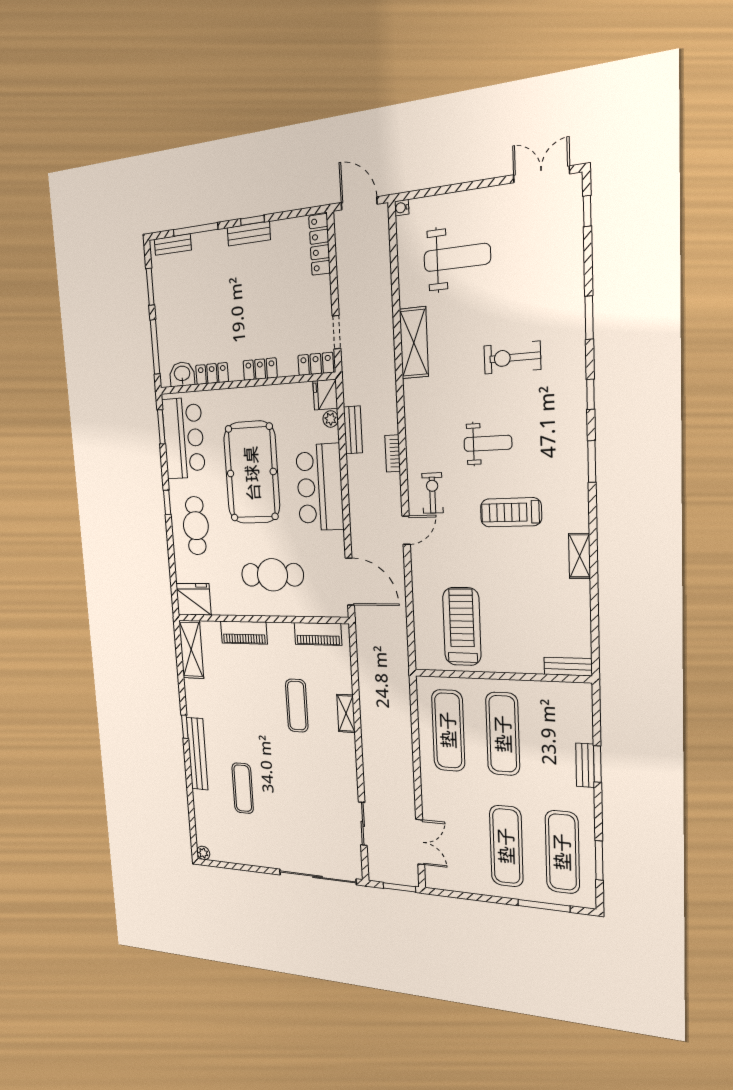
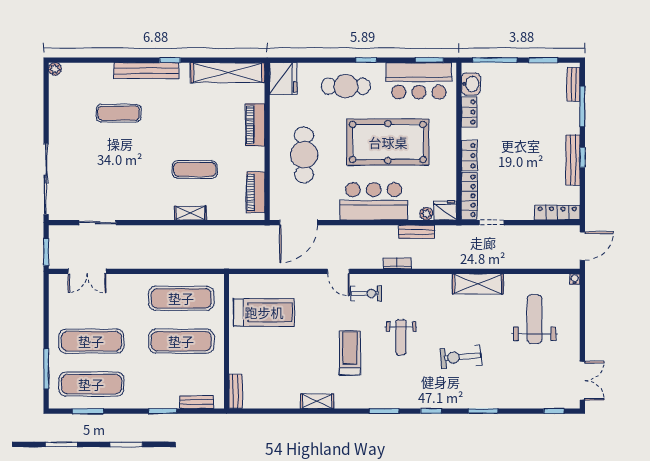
bench: (249, 234) -> (573, 160), width x1.36
weight bench: (457, 257) -> (535, 319), turned 180
exercise bike: (512, 358) -> (461, 357), turned -95
locker: (316, 364) -> (469, 196), width x1.53
shelving: (191, 649) -> (228, 73), width x1.47
bench: (585, 765) -> (196, 402), moved

